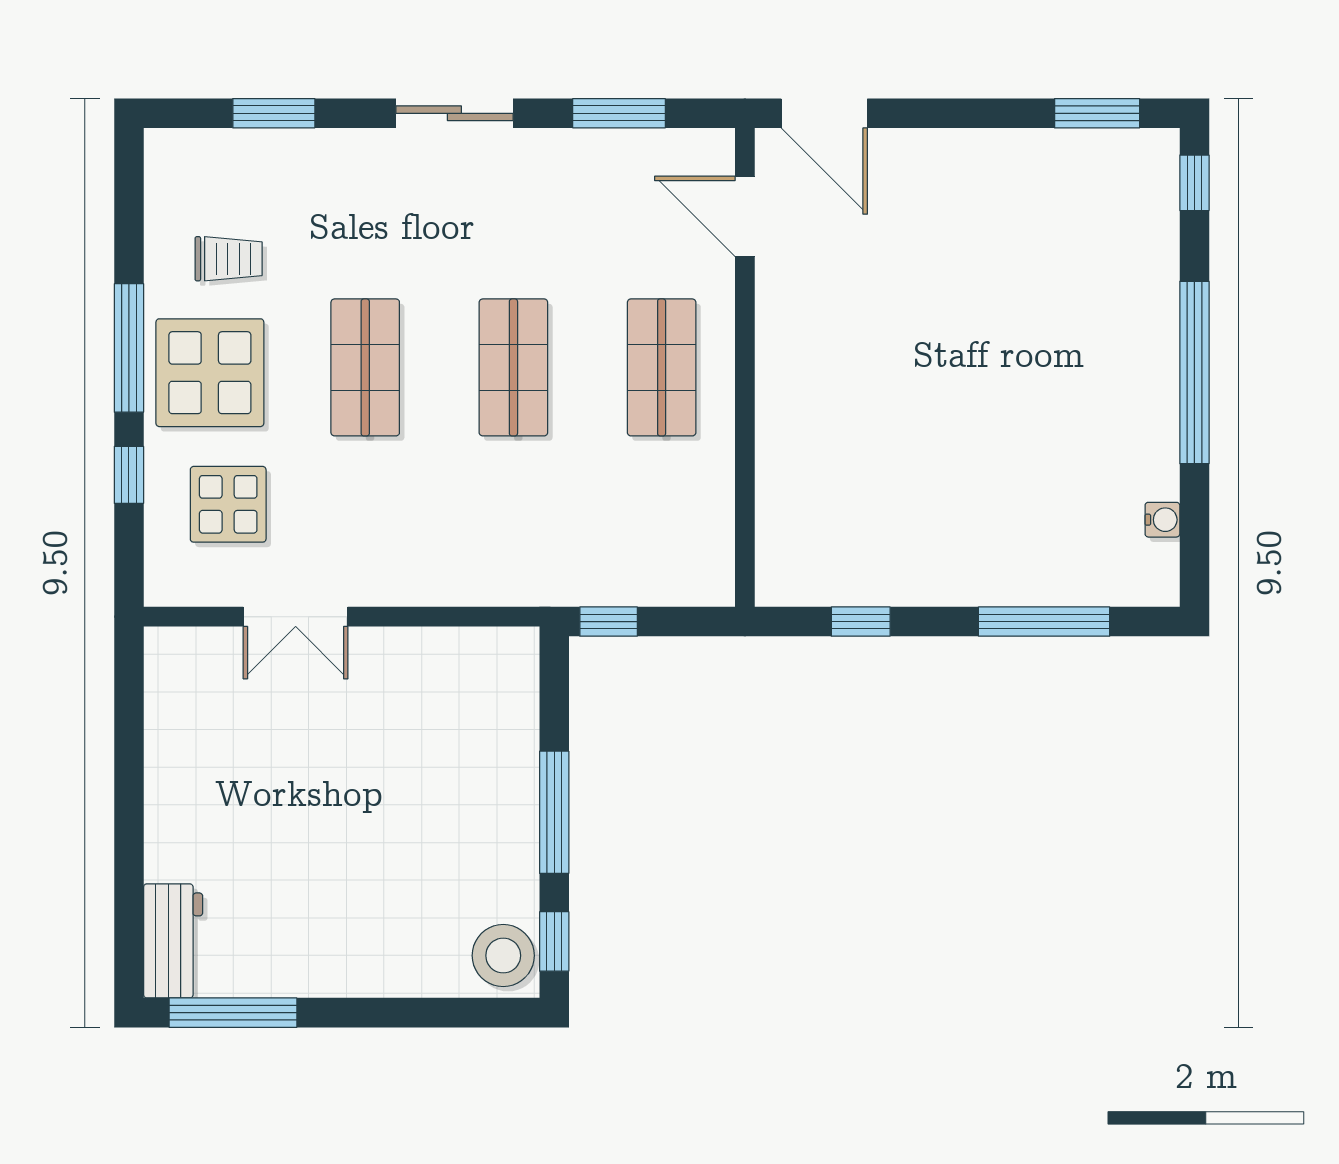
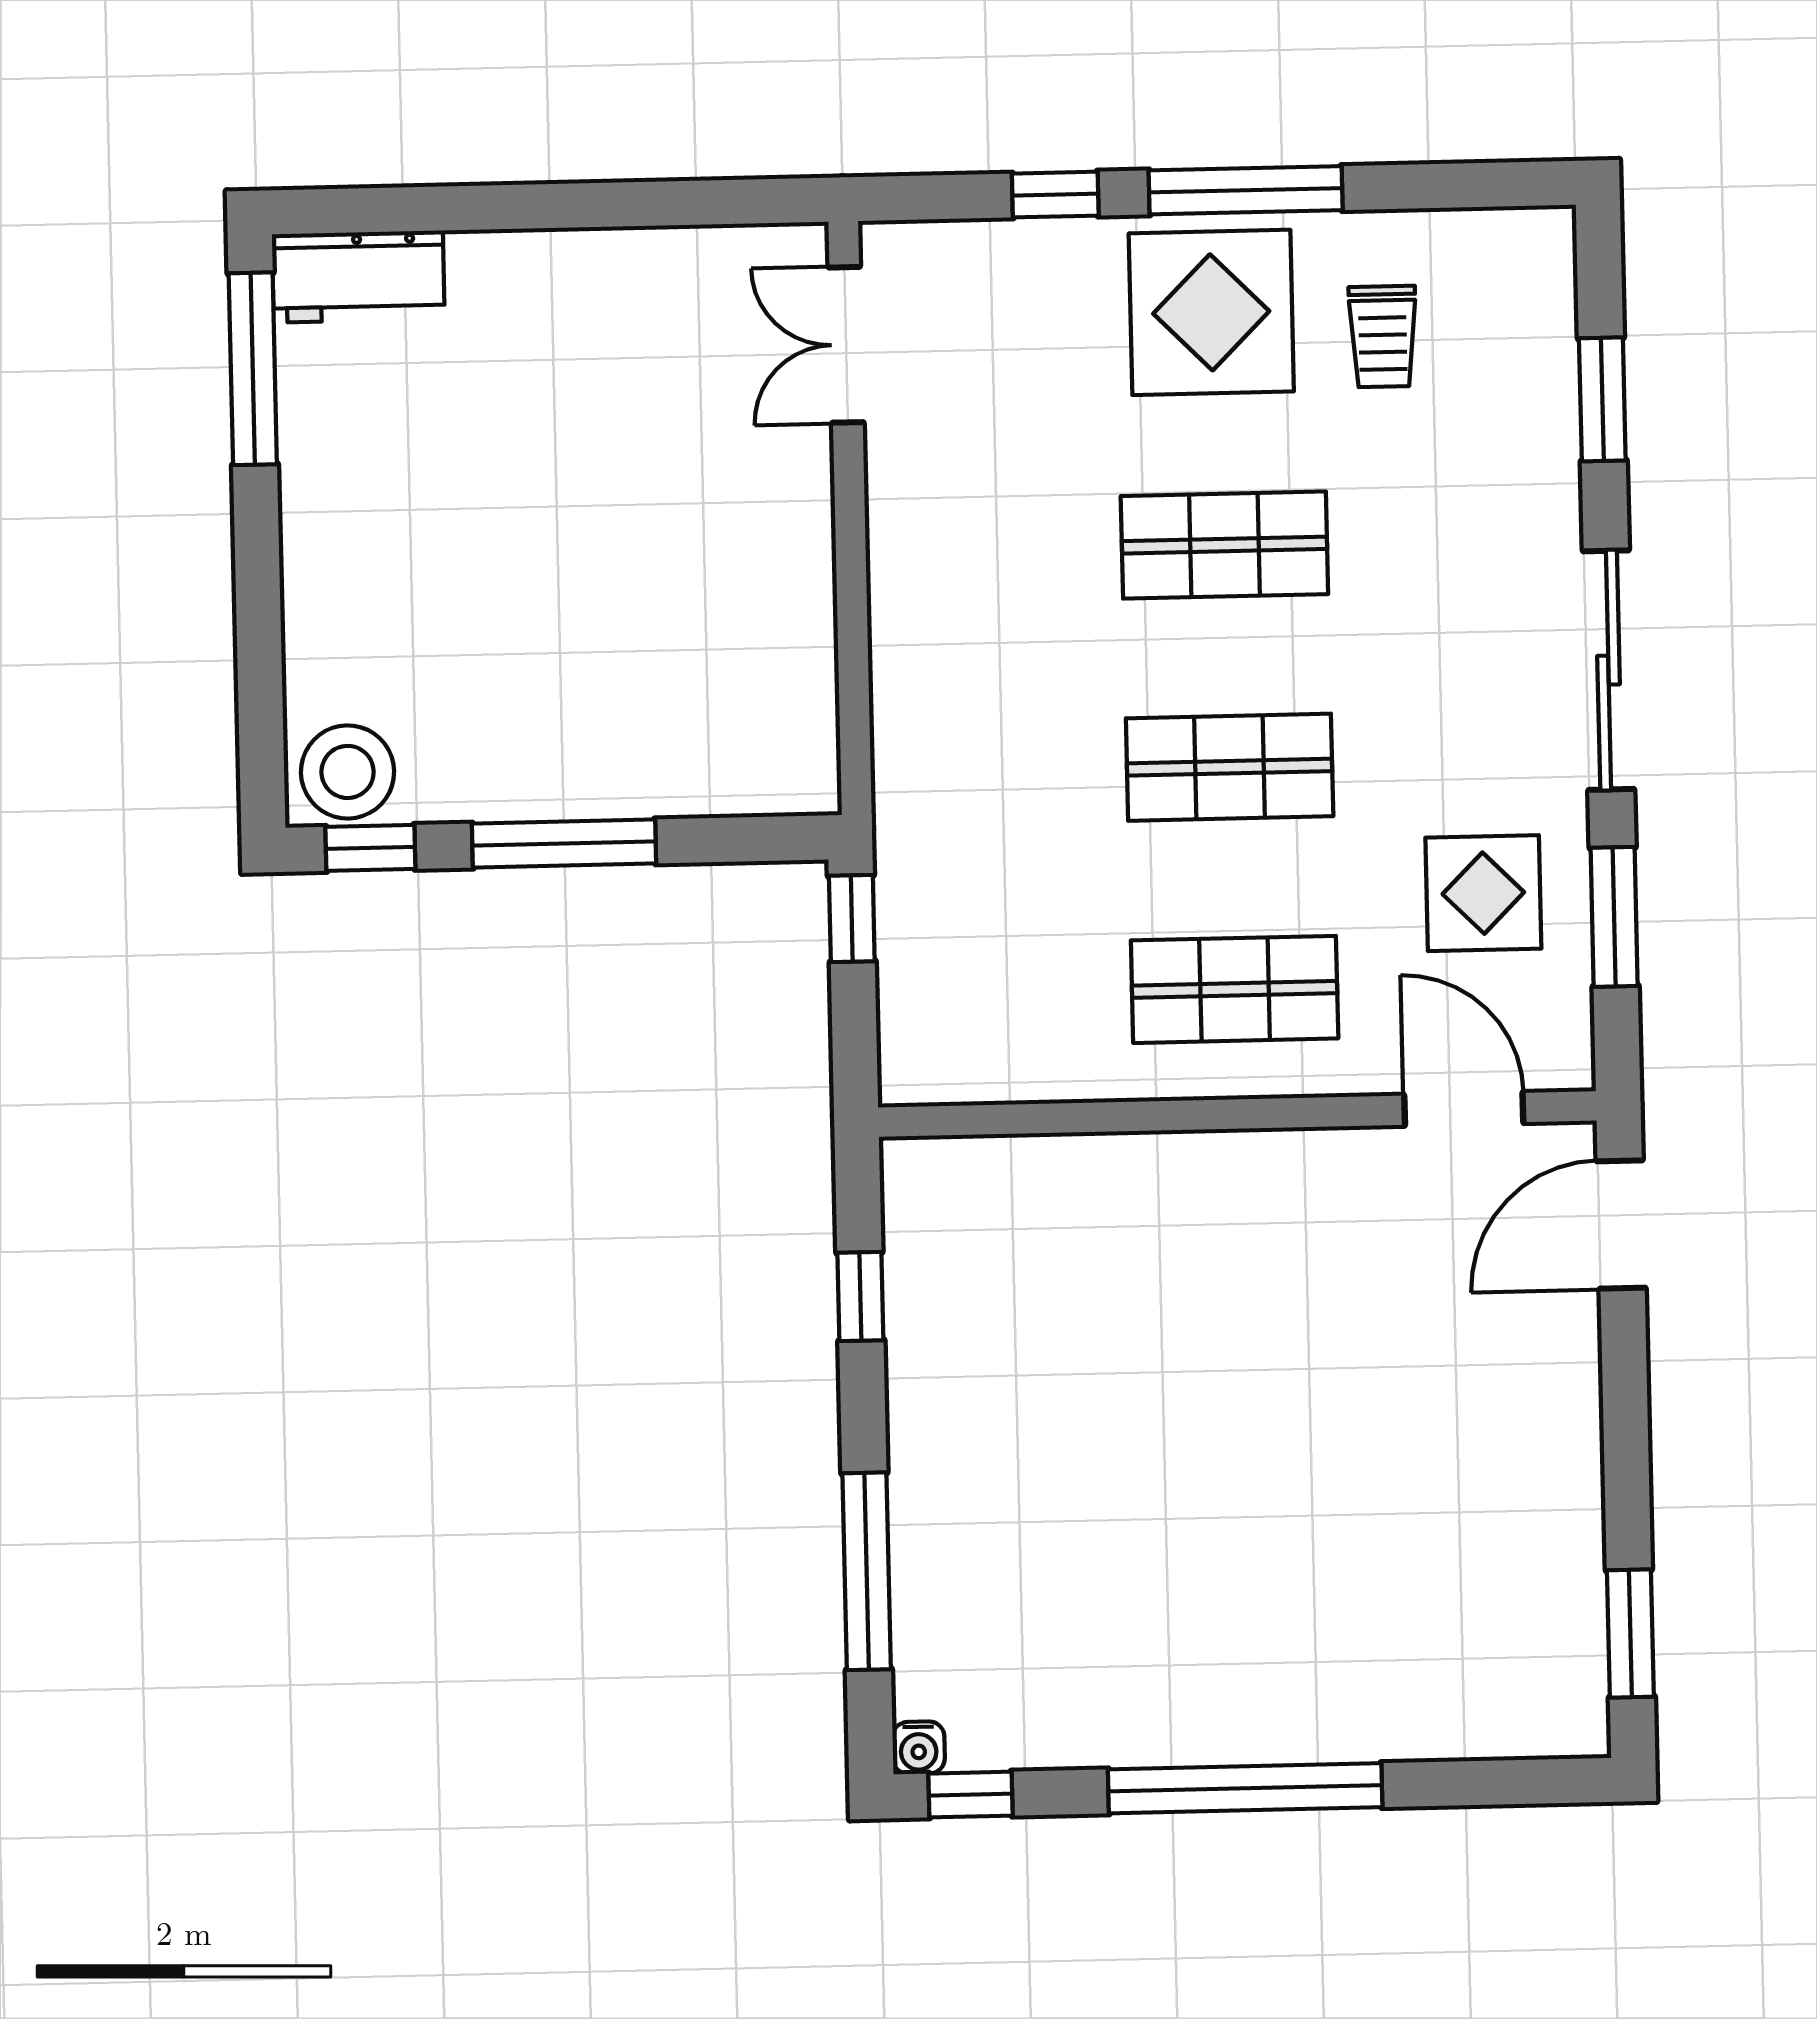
sliding door: (454, 113) -> (1609, 670), width x1.37
window: (1194, 183) -> (971, 1795), moved
door: (745, 216) -> (1464, 1109), hinge flipped
display table: (228, 504) -> (1483, 893), moved
water cooler: (1162, 520) -> (919, 1748), moved
double door: (296, 617) -> (846, 345), moved

